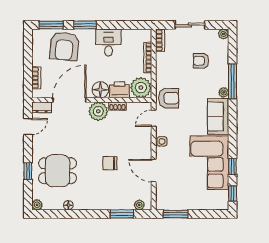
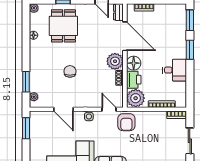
armchair: (64, 46) -> (172, 32), removed
armchair: (201, 61) -> (159, 150), removed
door: (154, 171) -> (64, 109), swing flipped

